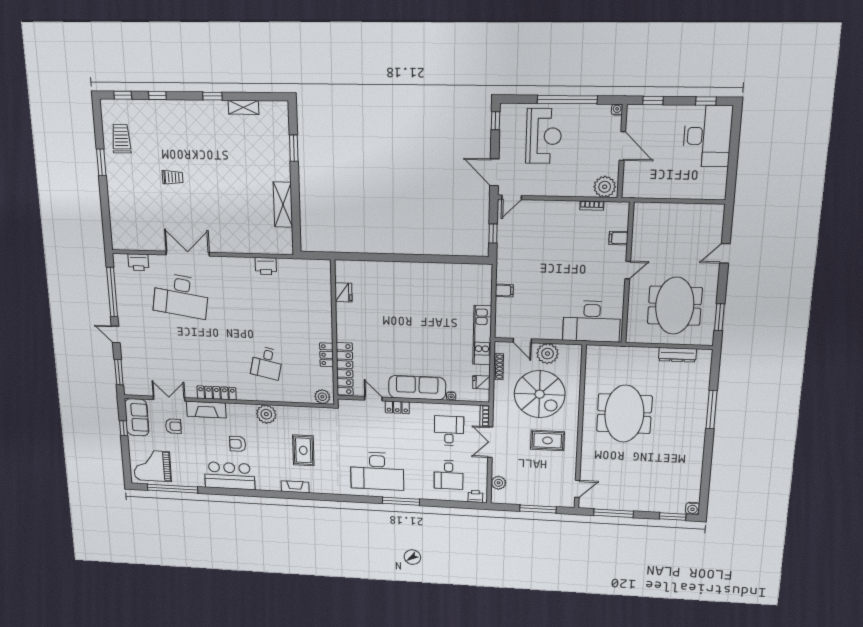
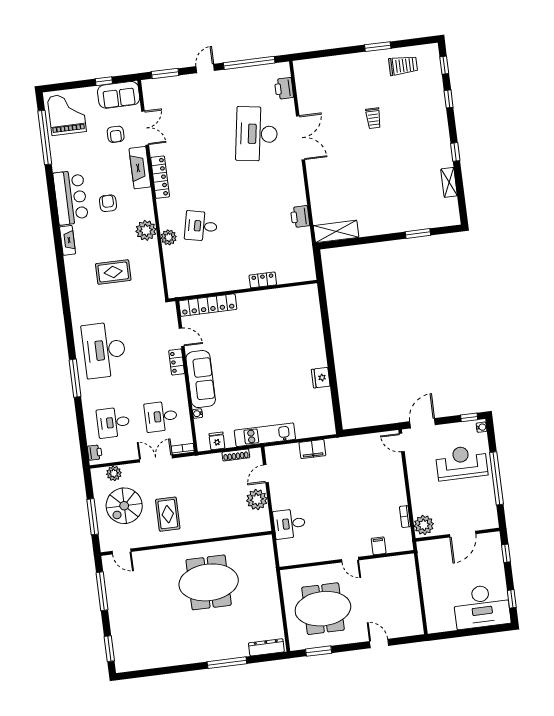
water cooler: (617, 110) -> (482, 427), moved
reception desk: (544, 136) -> (462, 463), turned 180
shelving: (283, 205) -> (336, 231), moved
window: (493, 234) -> (365, 430), removed
filing cabinet: (504, 291) -> (312, 449), width x2.00
fridge: (343, 292) -> (321, 378), moved, turned 90
desk: (592, 321) -> (289, 524), width x0.53, depth x0.77
locker: (327, 355) -> (263, 280), moved
dresser: (677, 355) -> (266, 647), moved, turned 90
spiral stairs: (540, 394) -> (124, 506), moved, width x0.73, depth x0.73
plant: (322, 397) -> (169, 237), moved
door: (373, 399) -> (182, 337), hinge flipped
desk: (449, 431) -> (161, 416), turned 180
fireplace: (295, 487) -> (68, 240), moved
water cooler: (693, 508) -> (122, 666), removed

